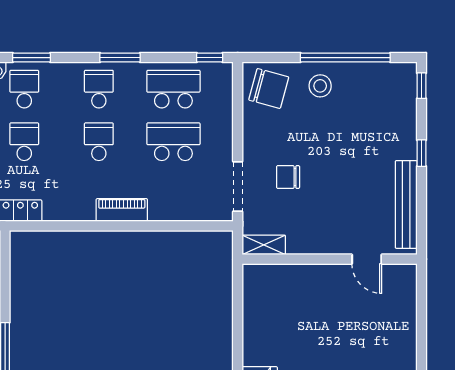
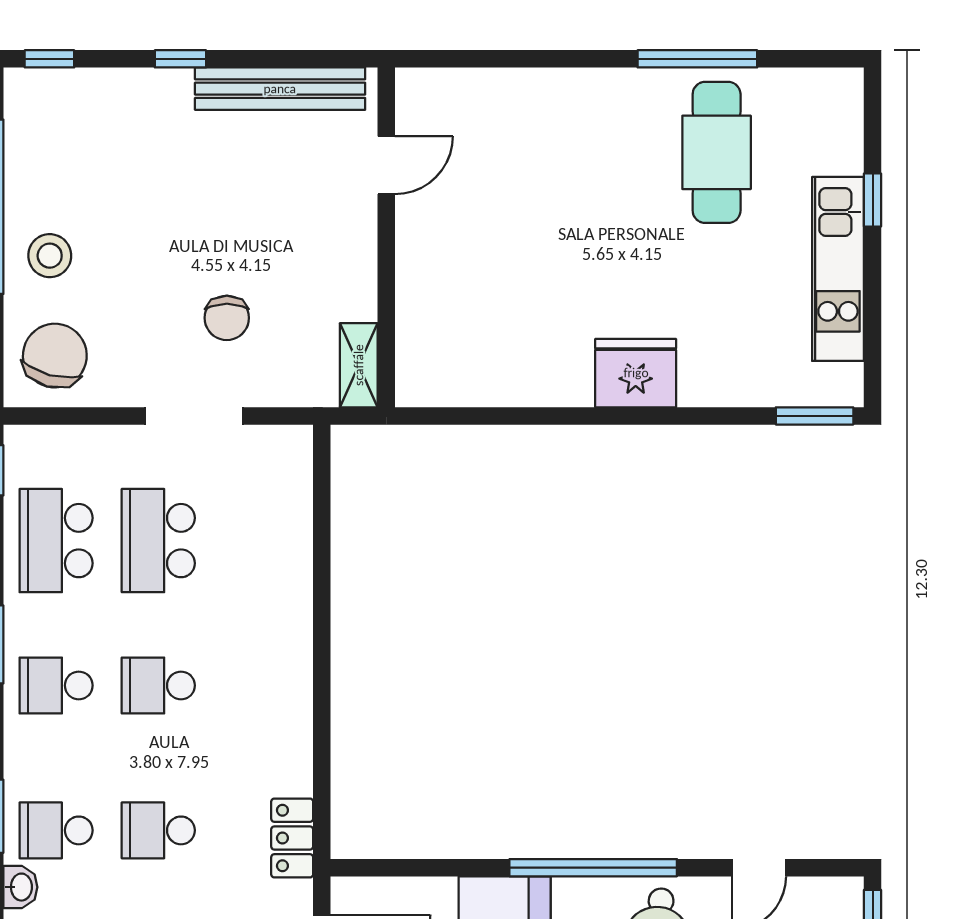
doorway: (238, 187) -> (194, 416), moved
piano: (122, 210) -> (291, 641), removed

